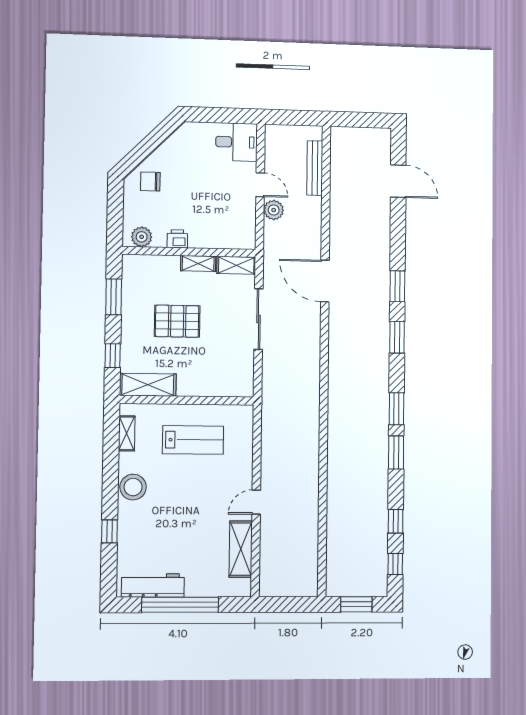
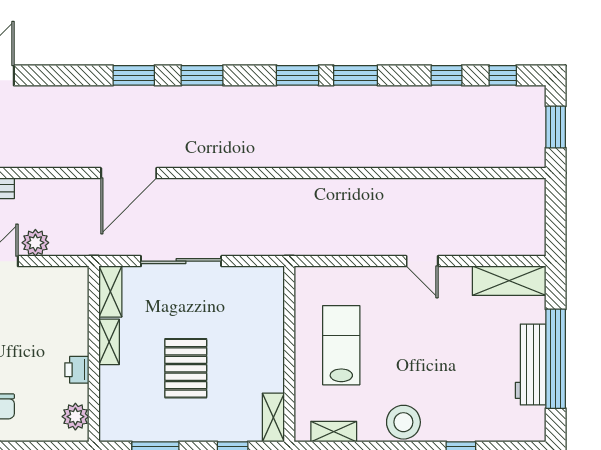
shelving: (148, 385) -> (273, 417), width x0.67, depth x0.75
shelving: (241, 549) -> (509, 281), moved
workbench: (153, 585) -> (531, 364), moved

